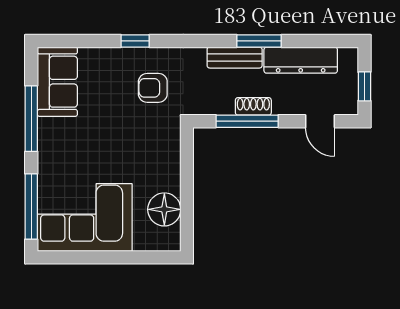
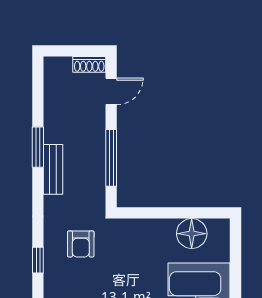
dresser: (301, 60) -> (55, 109), removed
window: (364, 86) -> (79, 51), removed
shoe rack: (253, 106) -> (89, 64), moved, turned -90

